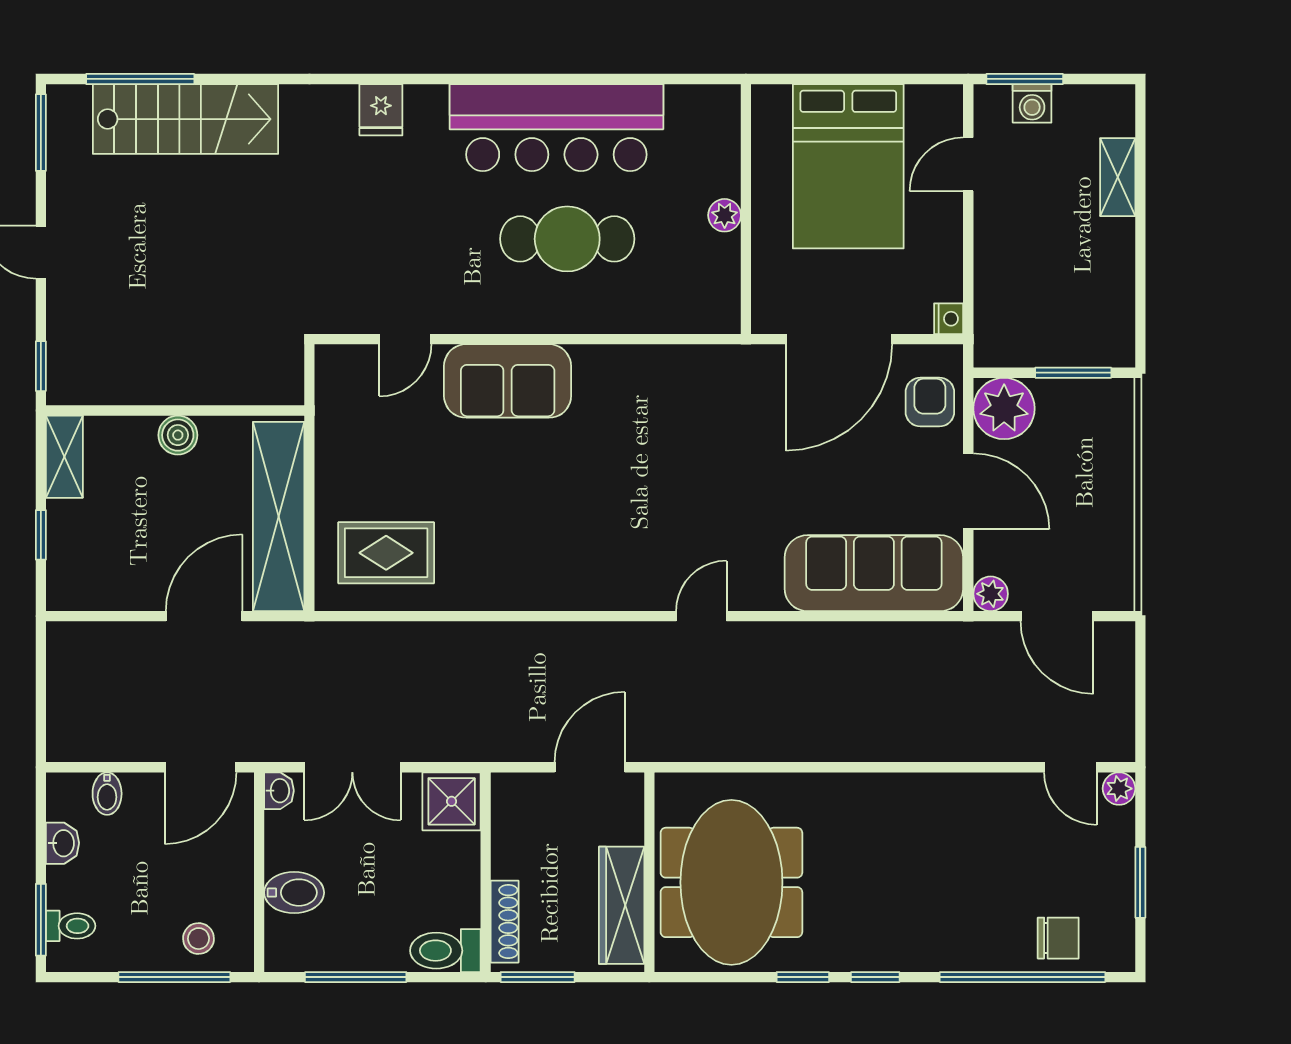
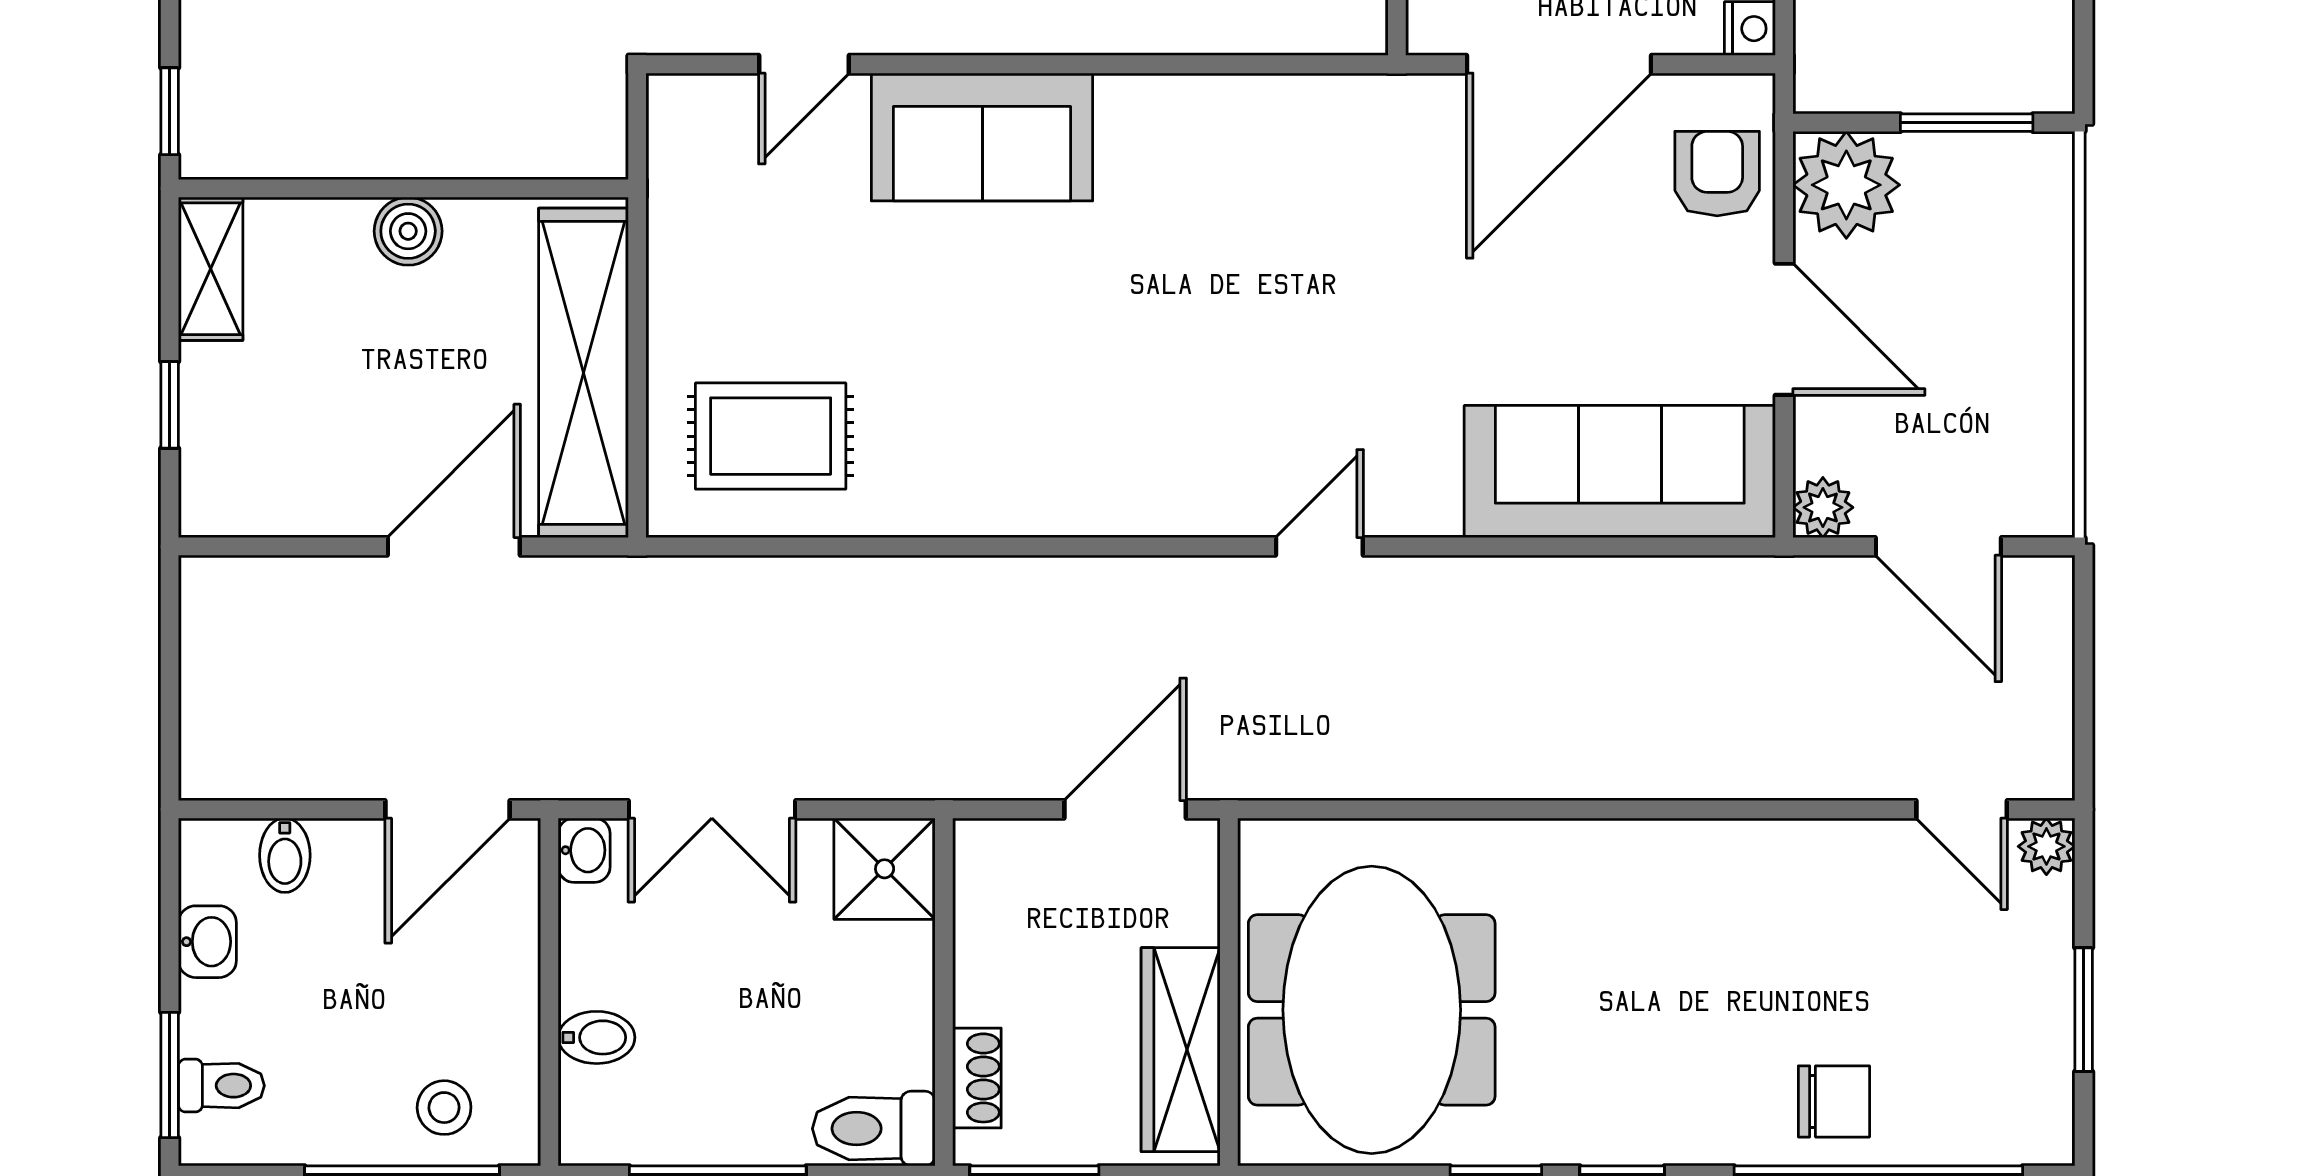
bidet: (294, 893) -> (597, 1037), width x0.72, depth x0.74
shoe rack: (505, 922) -> (977, 1078), width x0.70
chair: (1058, 938) -> (1834, 1101), moved

